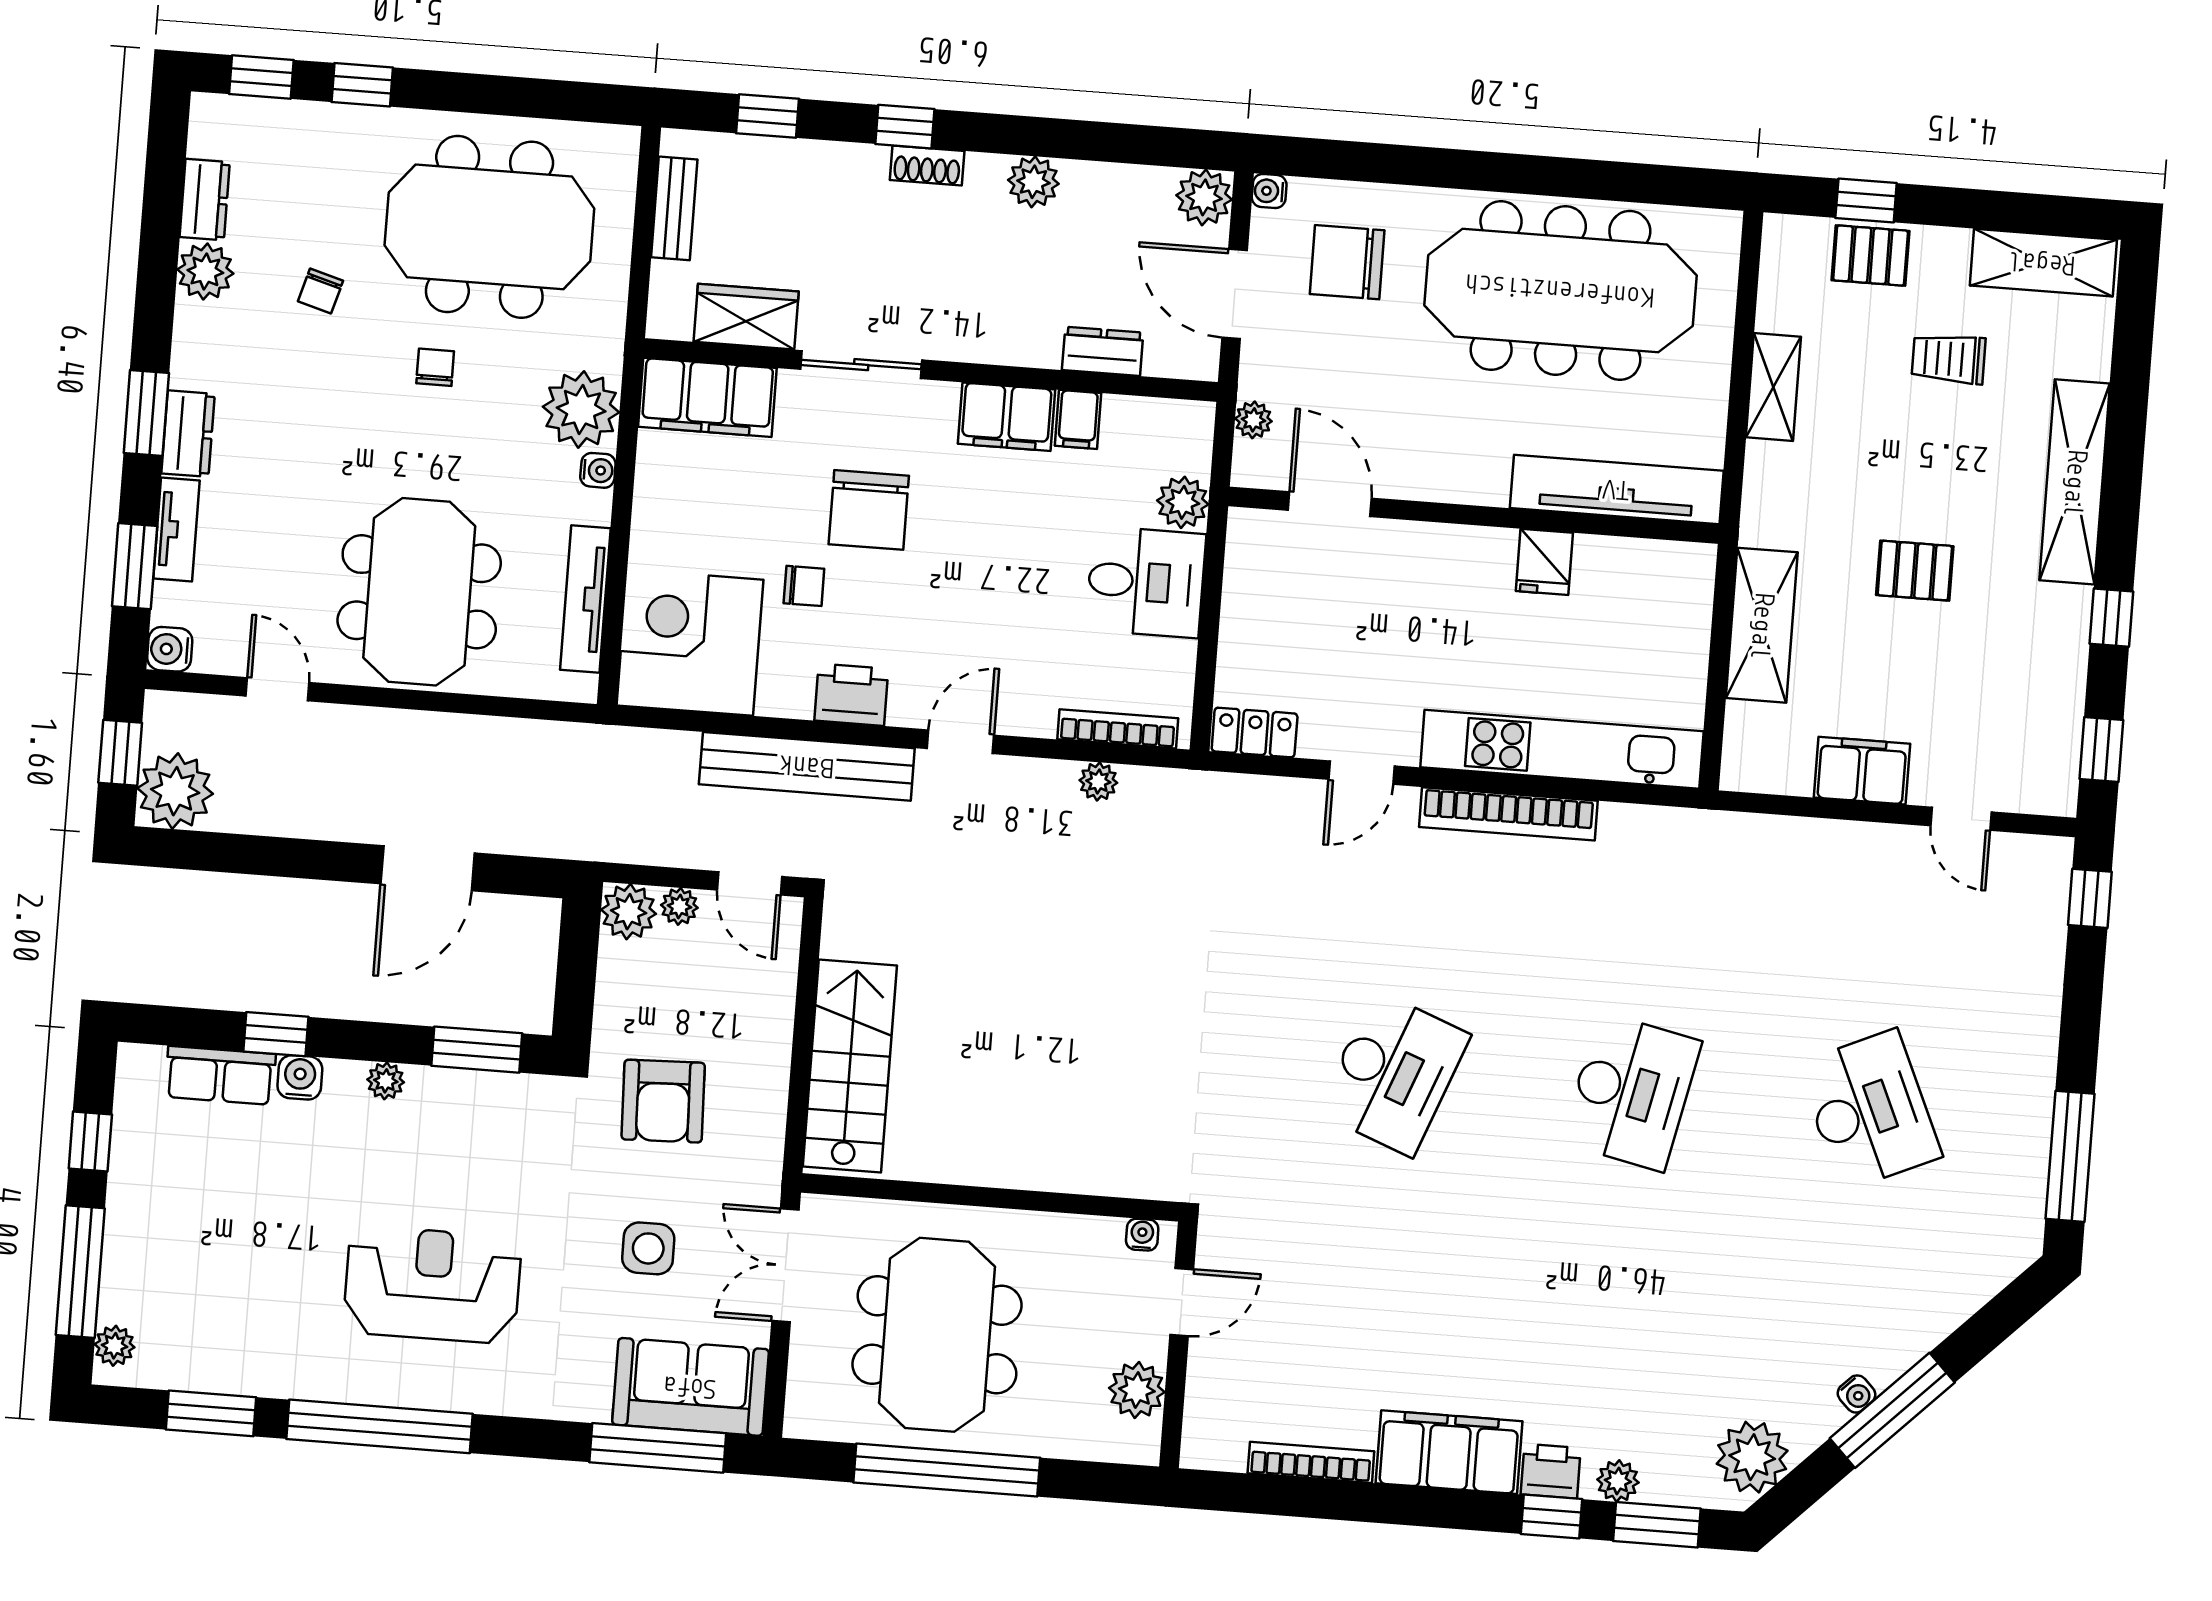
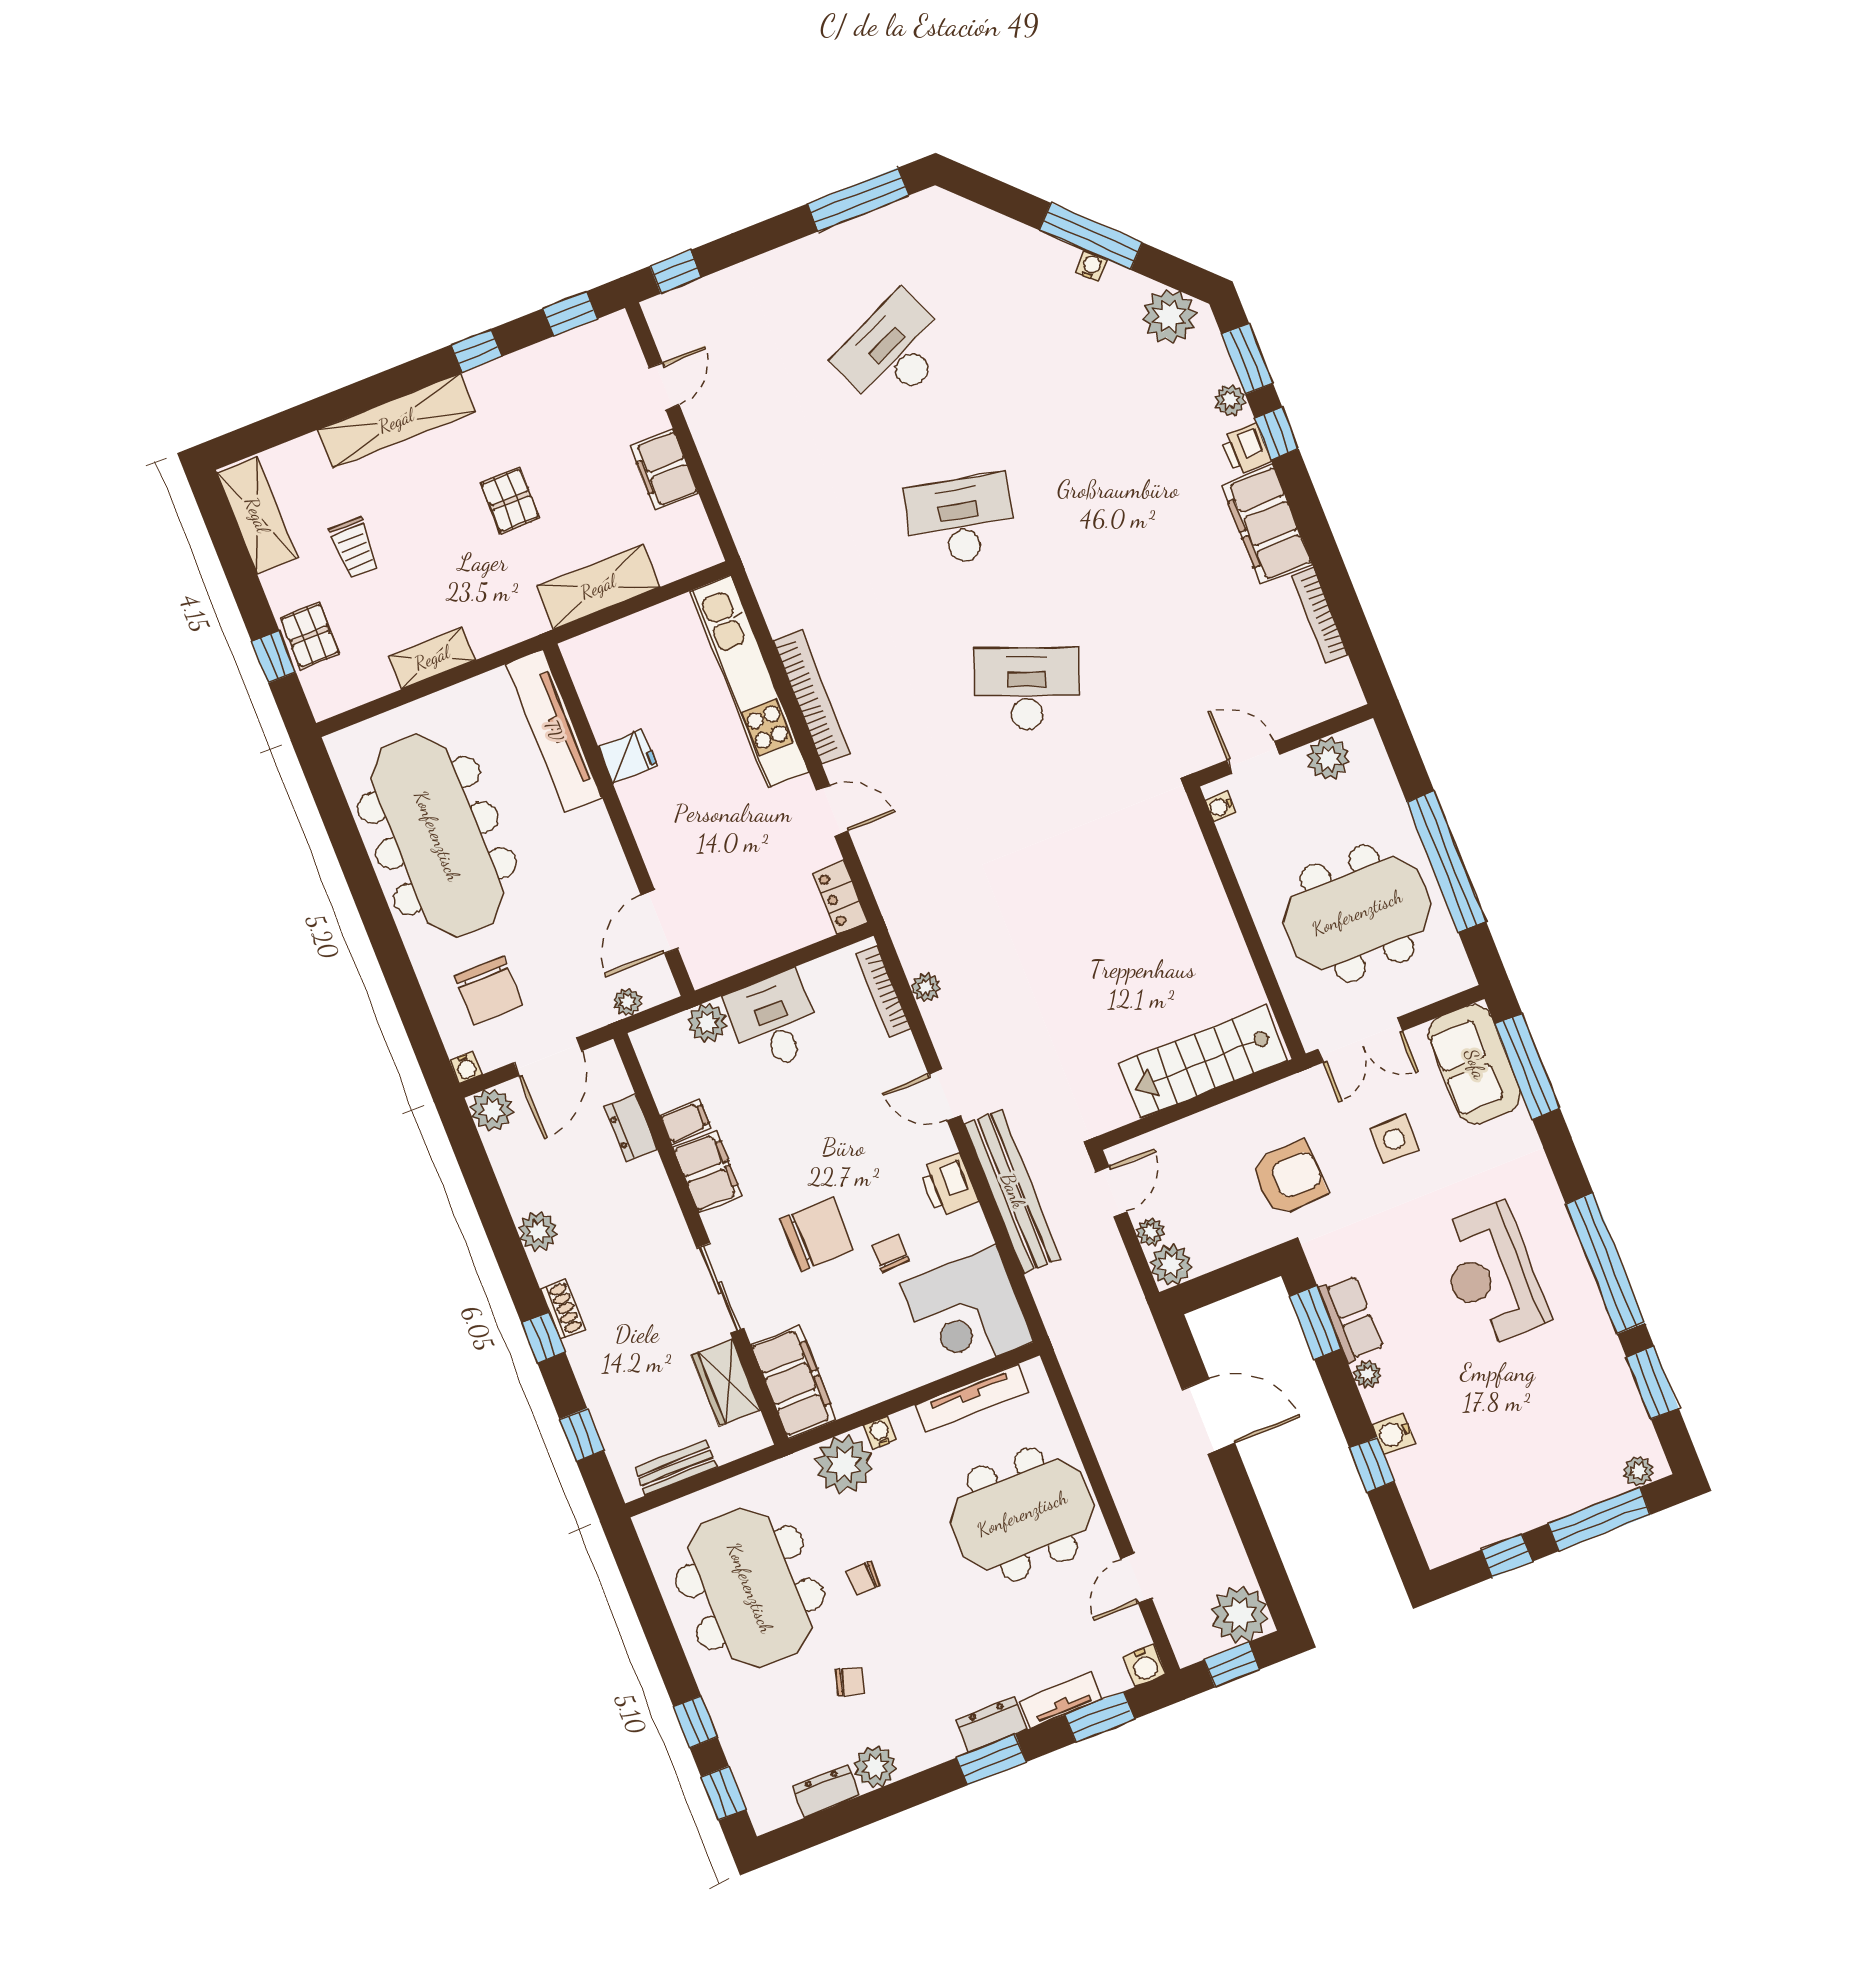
row of seats: (220, 1075) -> (1351, 1318), moved

